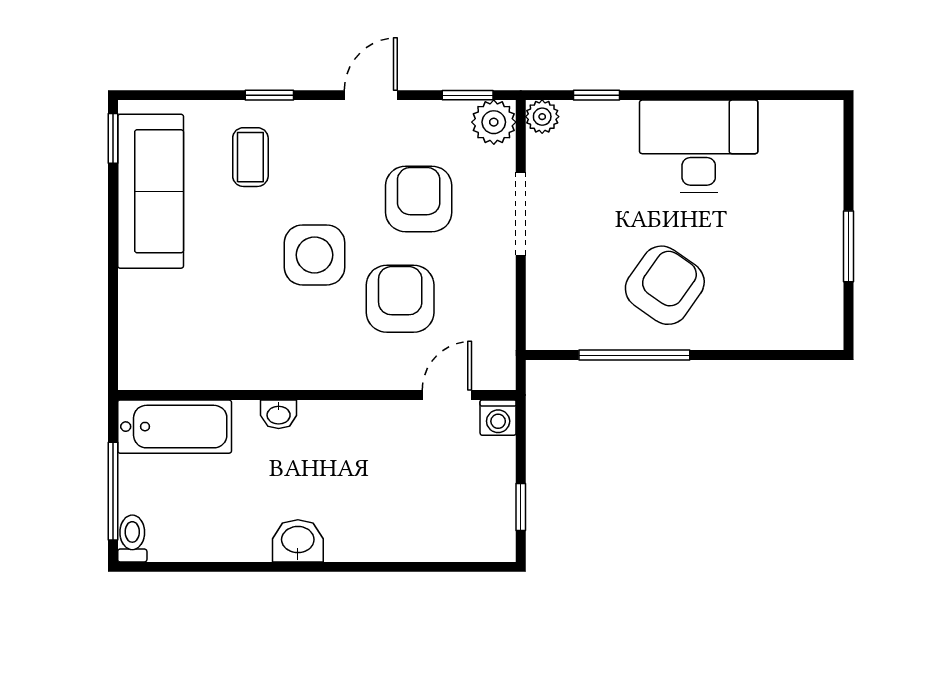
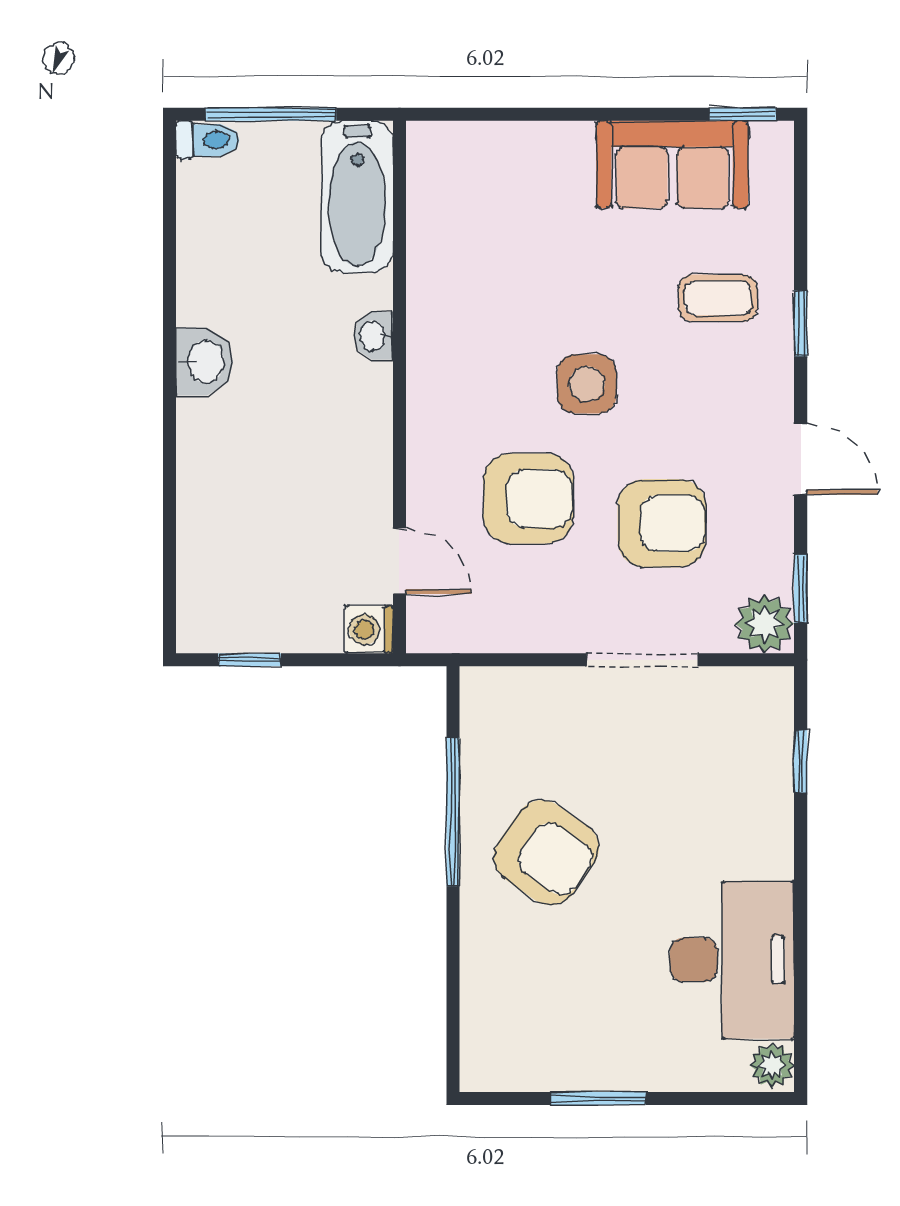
plant: (542, 117) -> (772, 1065), moved
desk: (699, 146) -> (732, 960), moved
sofa: (151, 191) -> (672, 165), width x0.73
side table: (315, 255) -> (587, 384), width x0.73, depth x0.73

